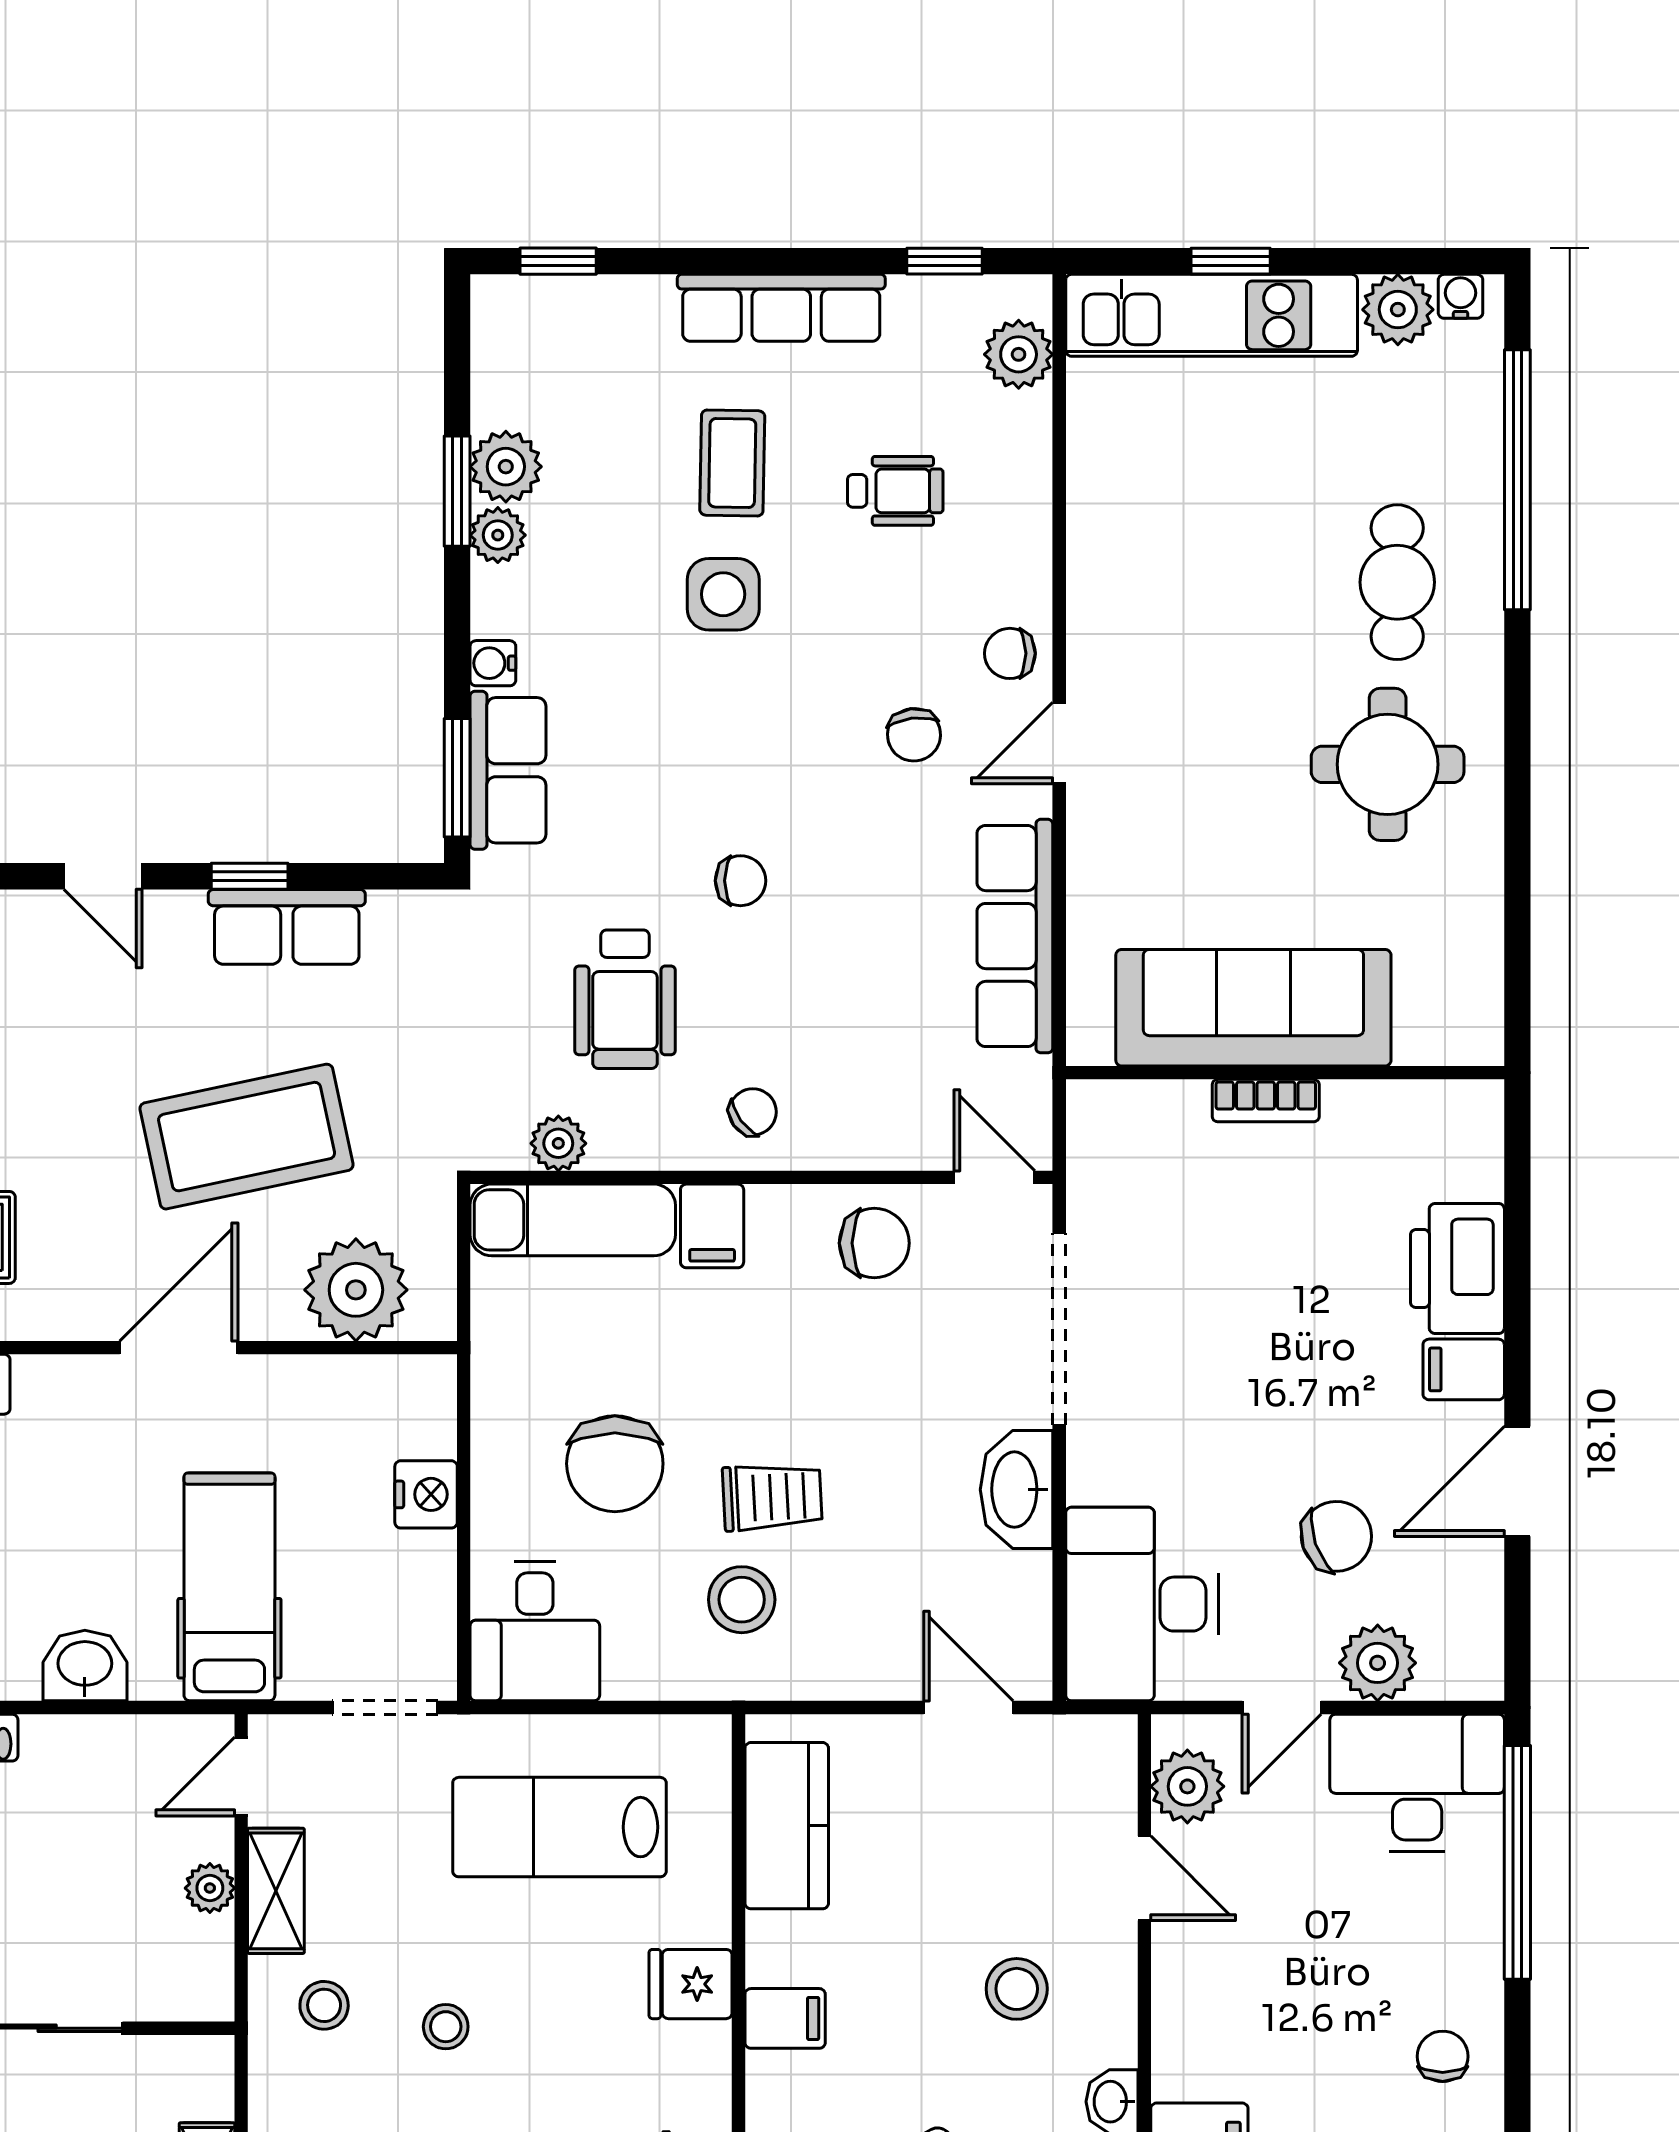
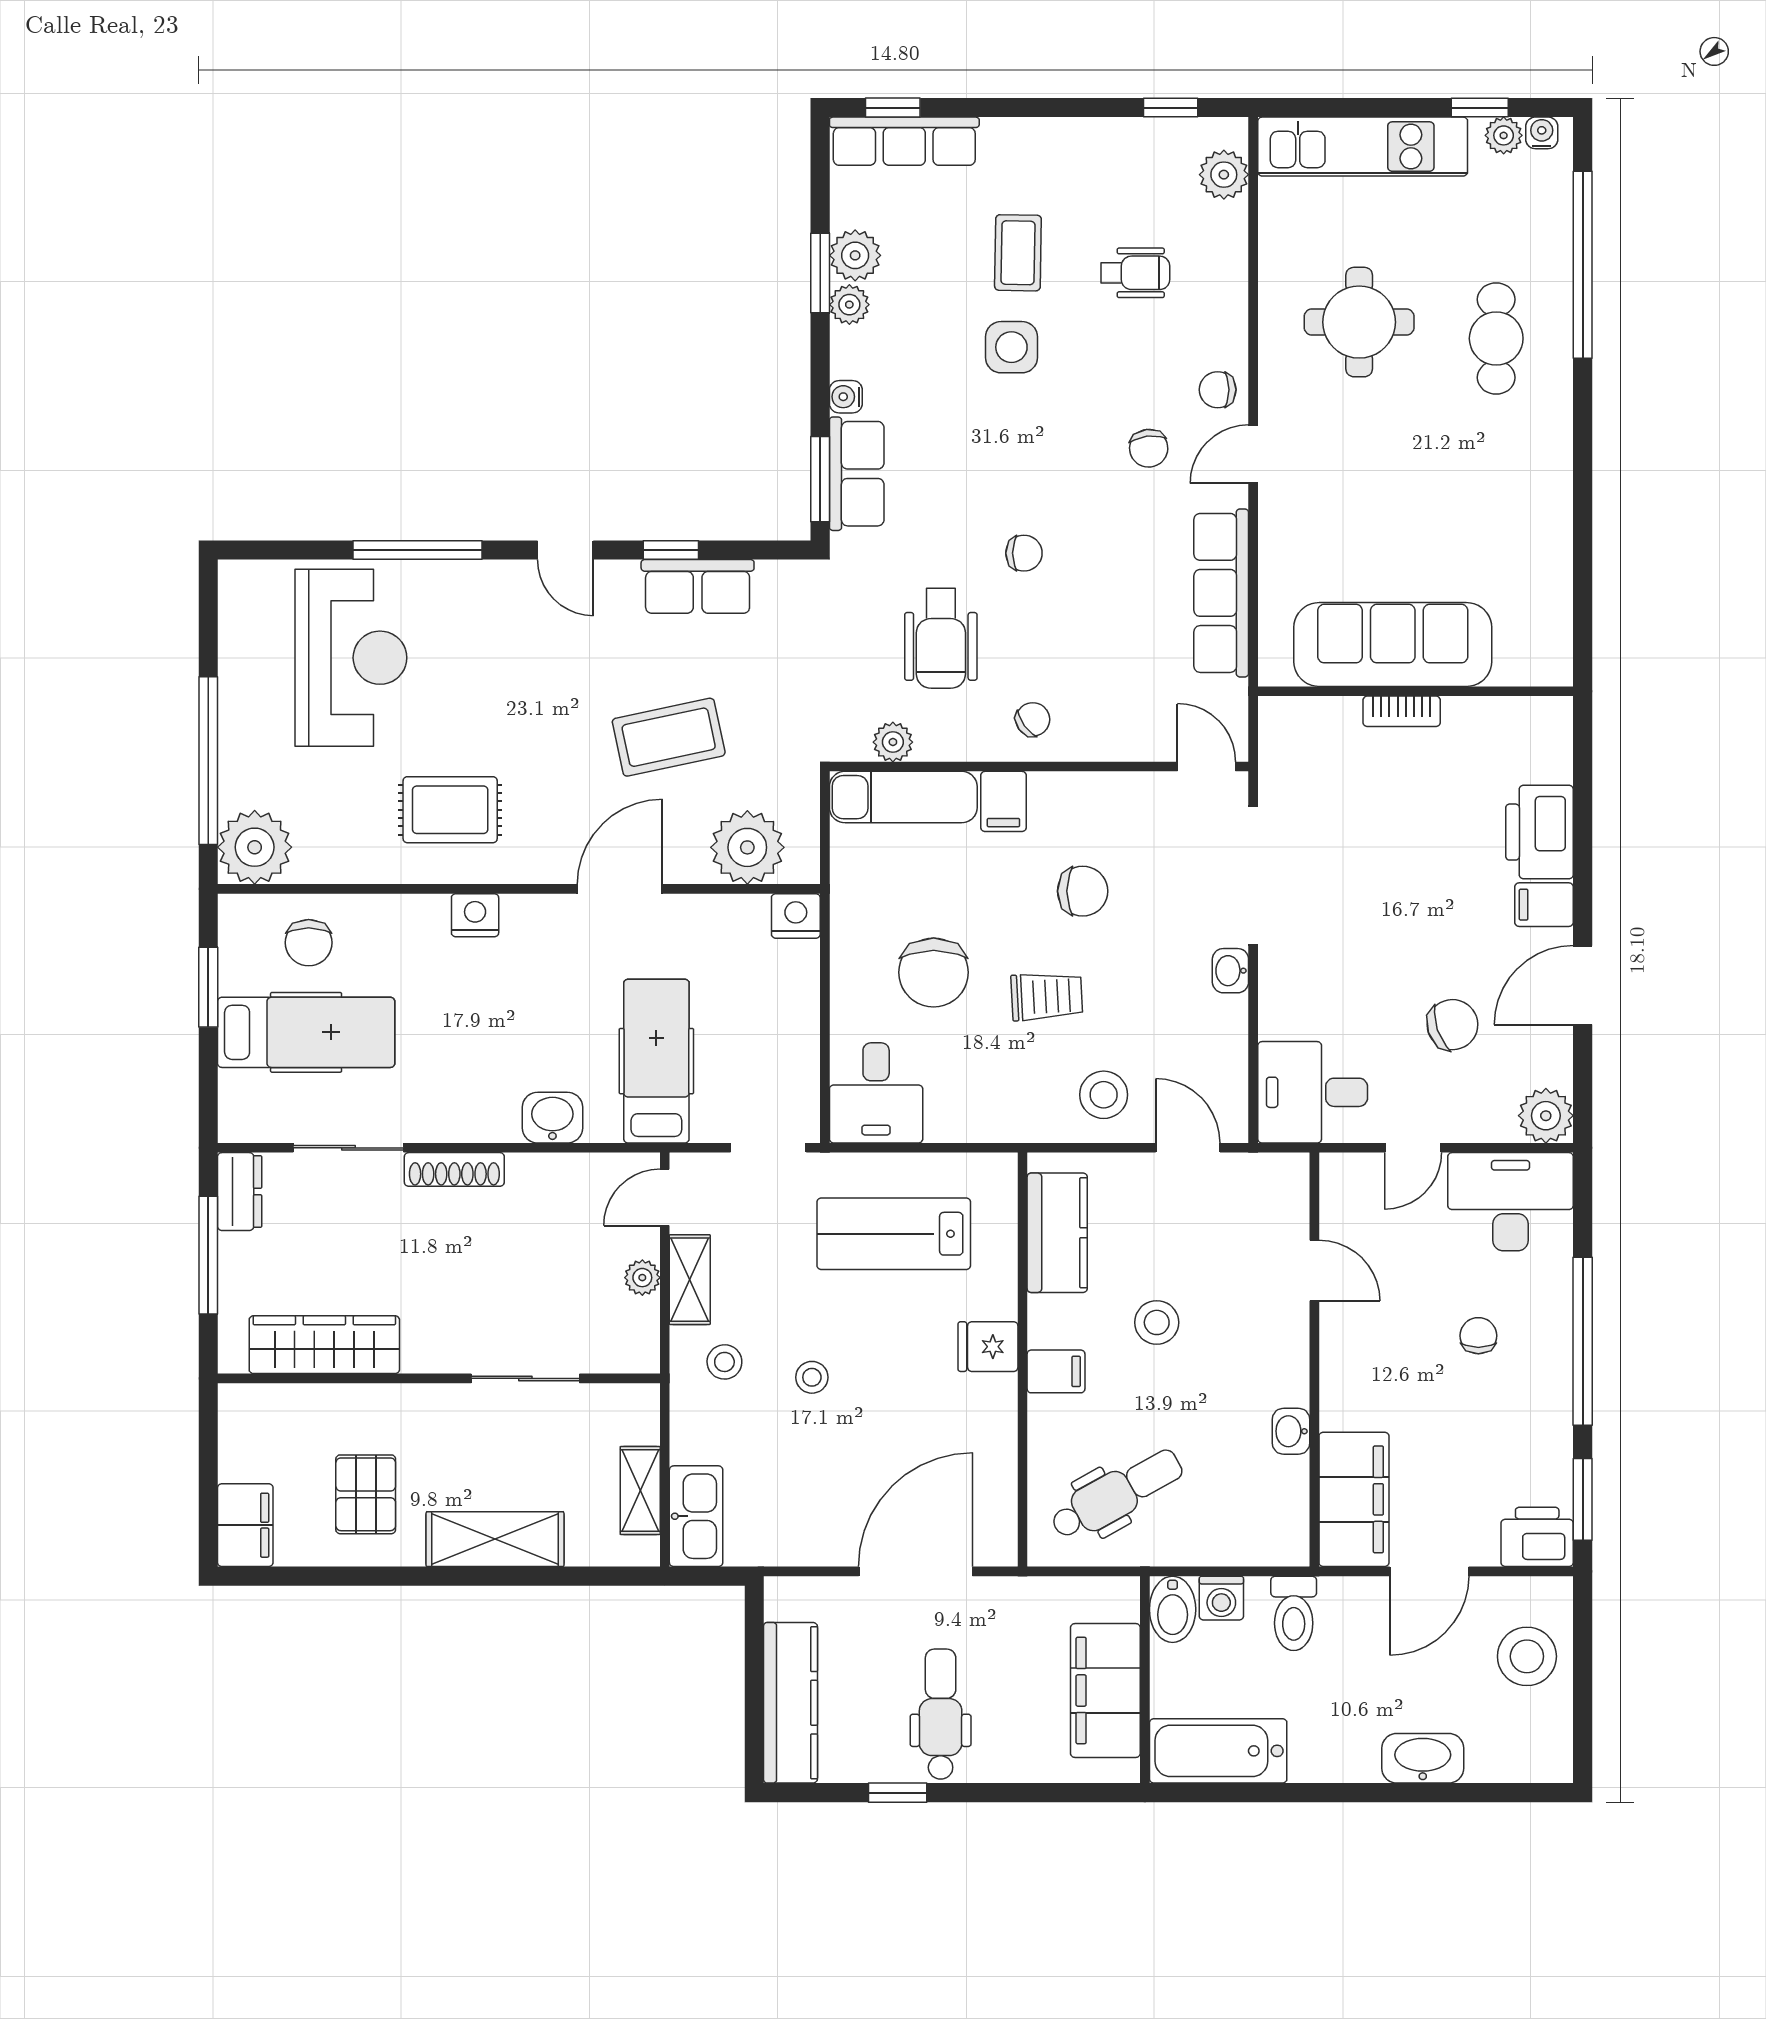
window: (1231, 261) -> (1480, 108), moved
row of seats: (781, 308) -> (904, 141), moved
plant: (1398, 310) -> (1504, 135), width x0.73, depth x0.73
round table: (1388, 764) -> (1359, 322), moved
coffee table: (247, 1137) -> (669, 737), width x0.73, depth x0.76
chair: (874, 1243) -> (1083, 891), moved
washbasin: (1017, 1490) -> (1230, 971), width x0.52, depth x0.69
nightstand: (426, 1494) -> (796, 916), moved, turned -90
stool: (742, 1600) -> (1104, 1095), moved
desk: (1142, 1604) -> (1313, 1092), width x0.73
plant: (1378, 1663) -> (1546, 1116), moved
plant: (1187, 1786) -> (1345, 1205), removed
window: (1517, 1862) -> (1583, 1341), moved
stool: (1017, 1989) -> (1157, 1322), moved
chair: (1443, 2056) -> (1478, 1336), moved

